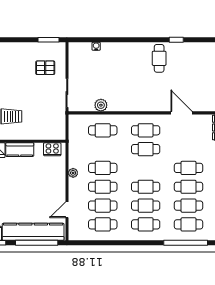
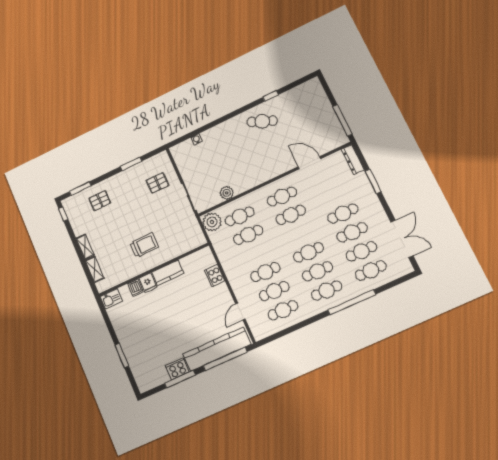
window: (48, 40) -> (131, 164), moved
cafe table: (159, 58) -> (262, 121), turned -67
cooker: (52, 149) -> (215, 276), moved, turned 90
cafe table: (103, 168) -> (248, 235), moved
plant: (73, 173) -> (212, 222), moved, width x1.88, depth x1.88
window: (186, 243) -> (352, 302), moved

